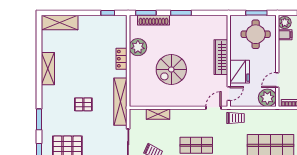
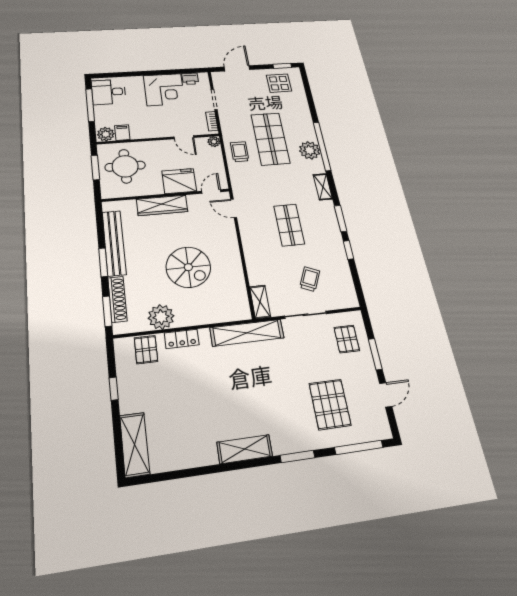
window: (108, 13) -> (114, 389), moved
bench: (195, 21) -> (114, 243), added
shelving: (48, 69) -> (245, 449), moved
door: (229, 94) -> (211, 192), hinge flipped
plant: (267, 98) -> (214, 142), width x0.53, depth x0.53
pallet: (83, 104) -> (146, 350), moved
shelving: (158, 114) -> (260, 302), moved
trolley: (235, 118) -> (240, 152), moved

